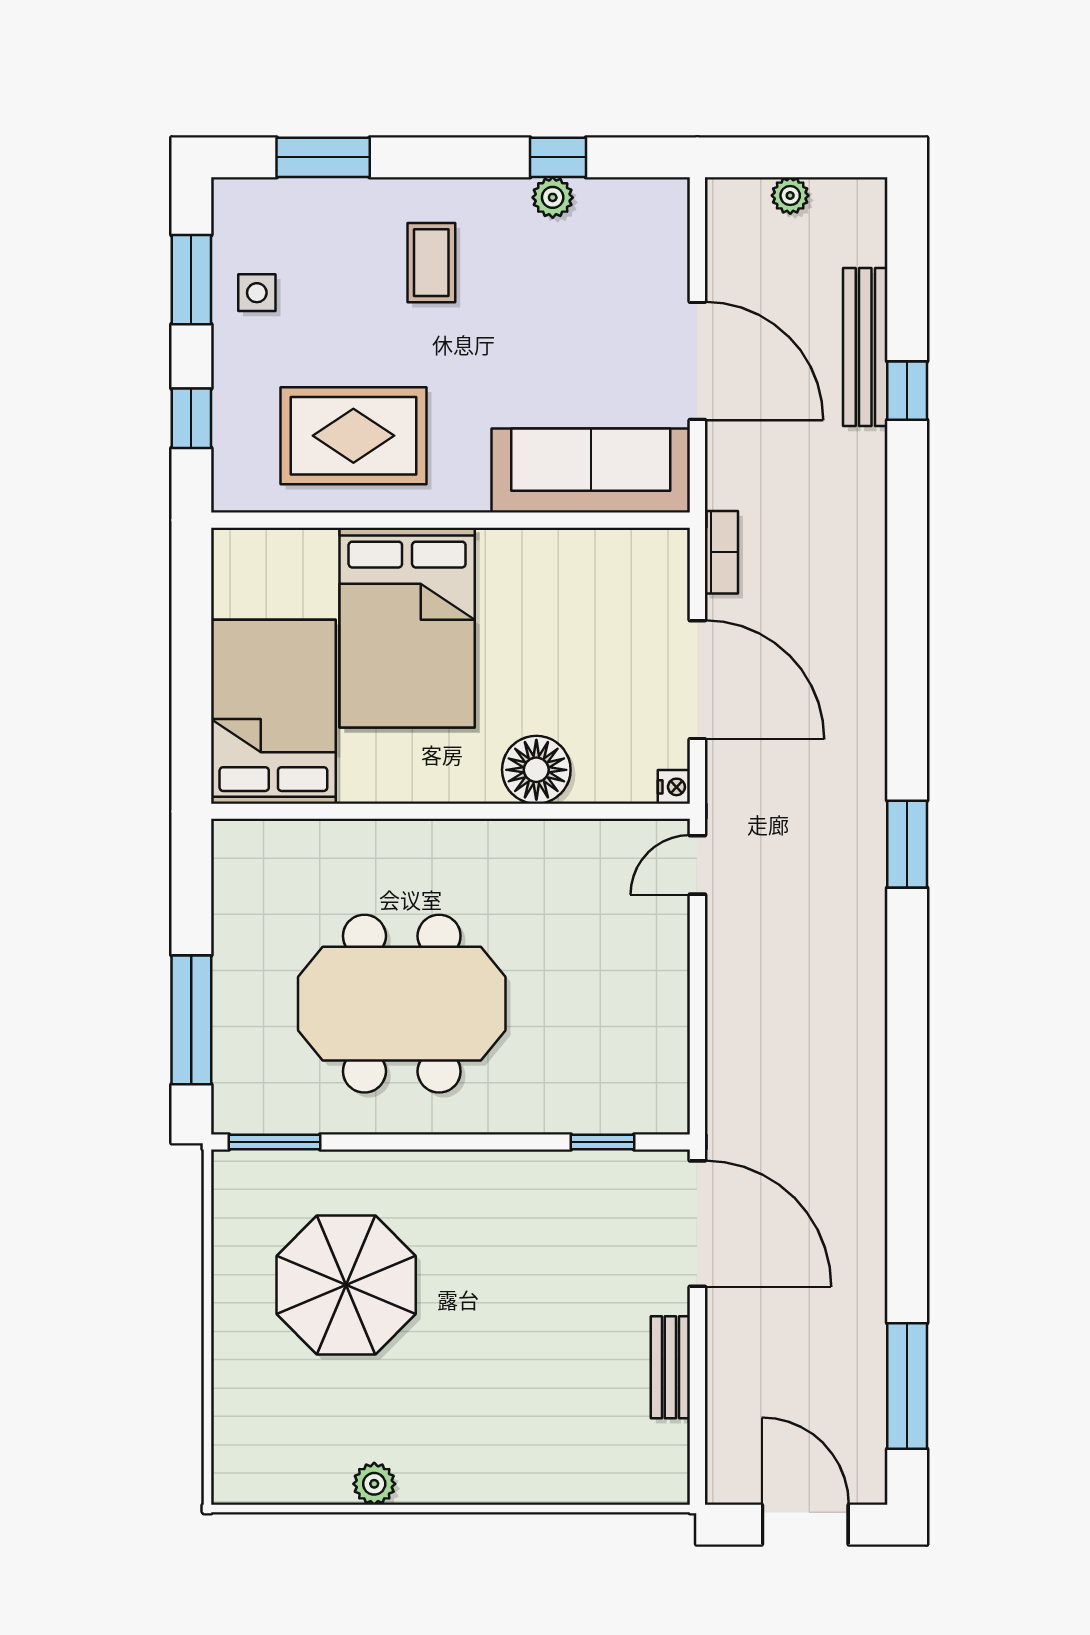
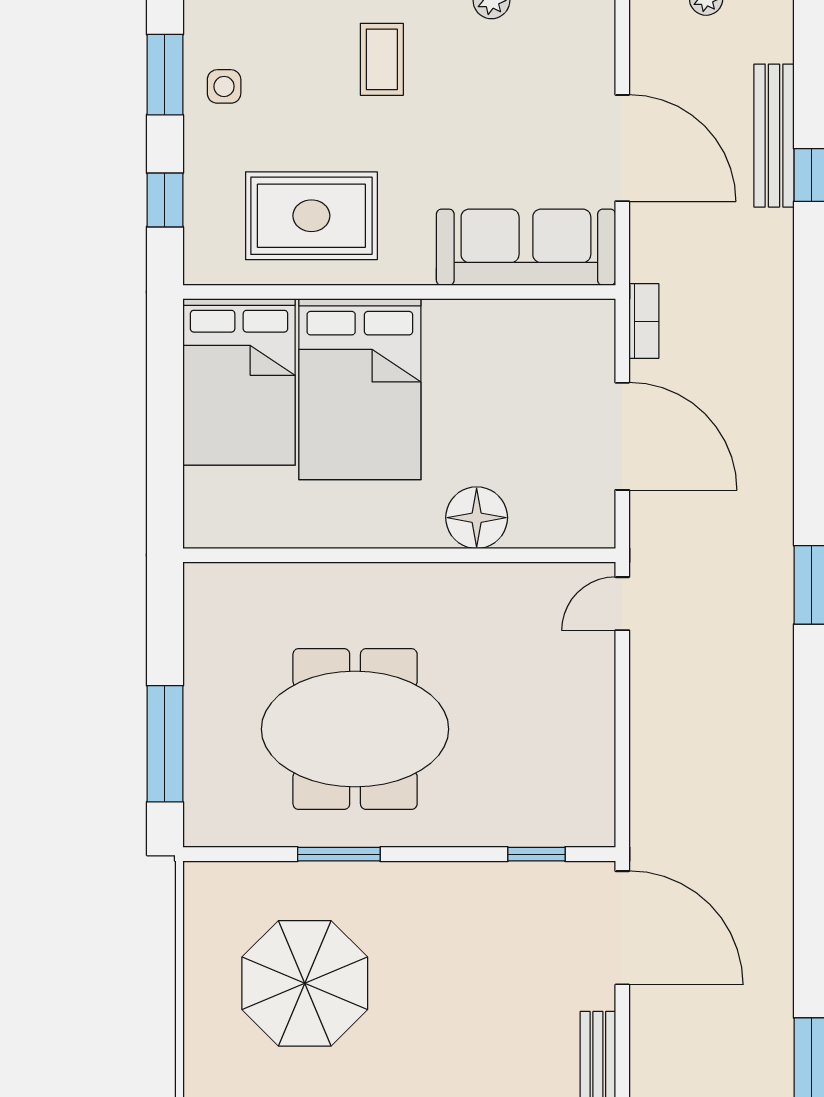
bed: (273, 712) -> (239, 382), moved, turned 180
nightstand: (674, 787) -> (601, 533), removed
window: (274, 1142) -> (339, 854), moved

